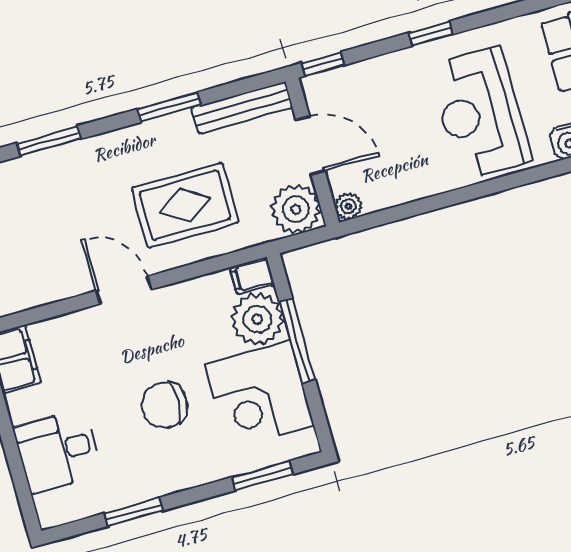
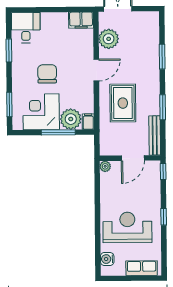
plant: (296, 209) -> (109, 39), moved
desk: (58, 451) -> (26, 28), moved

